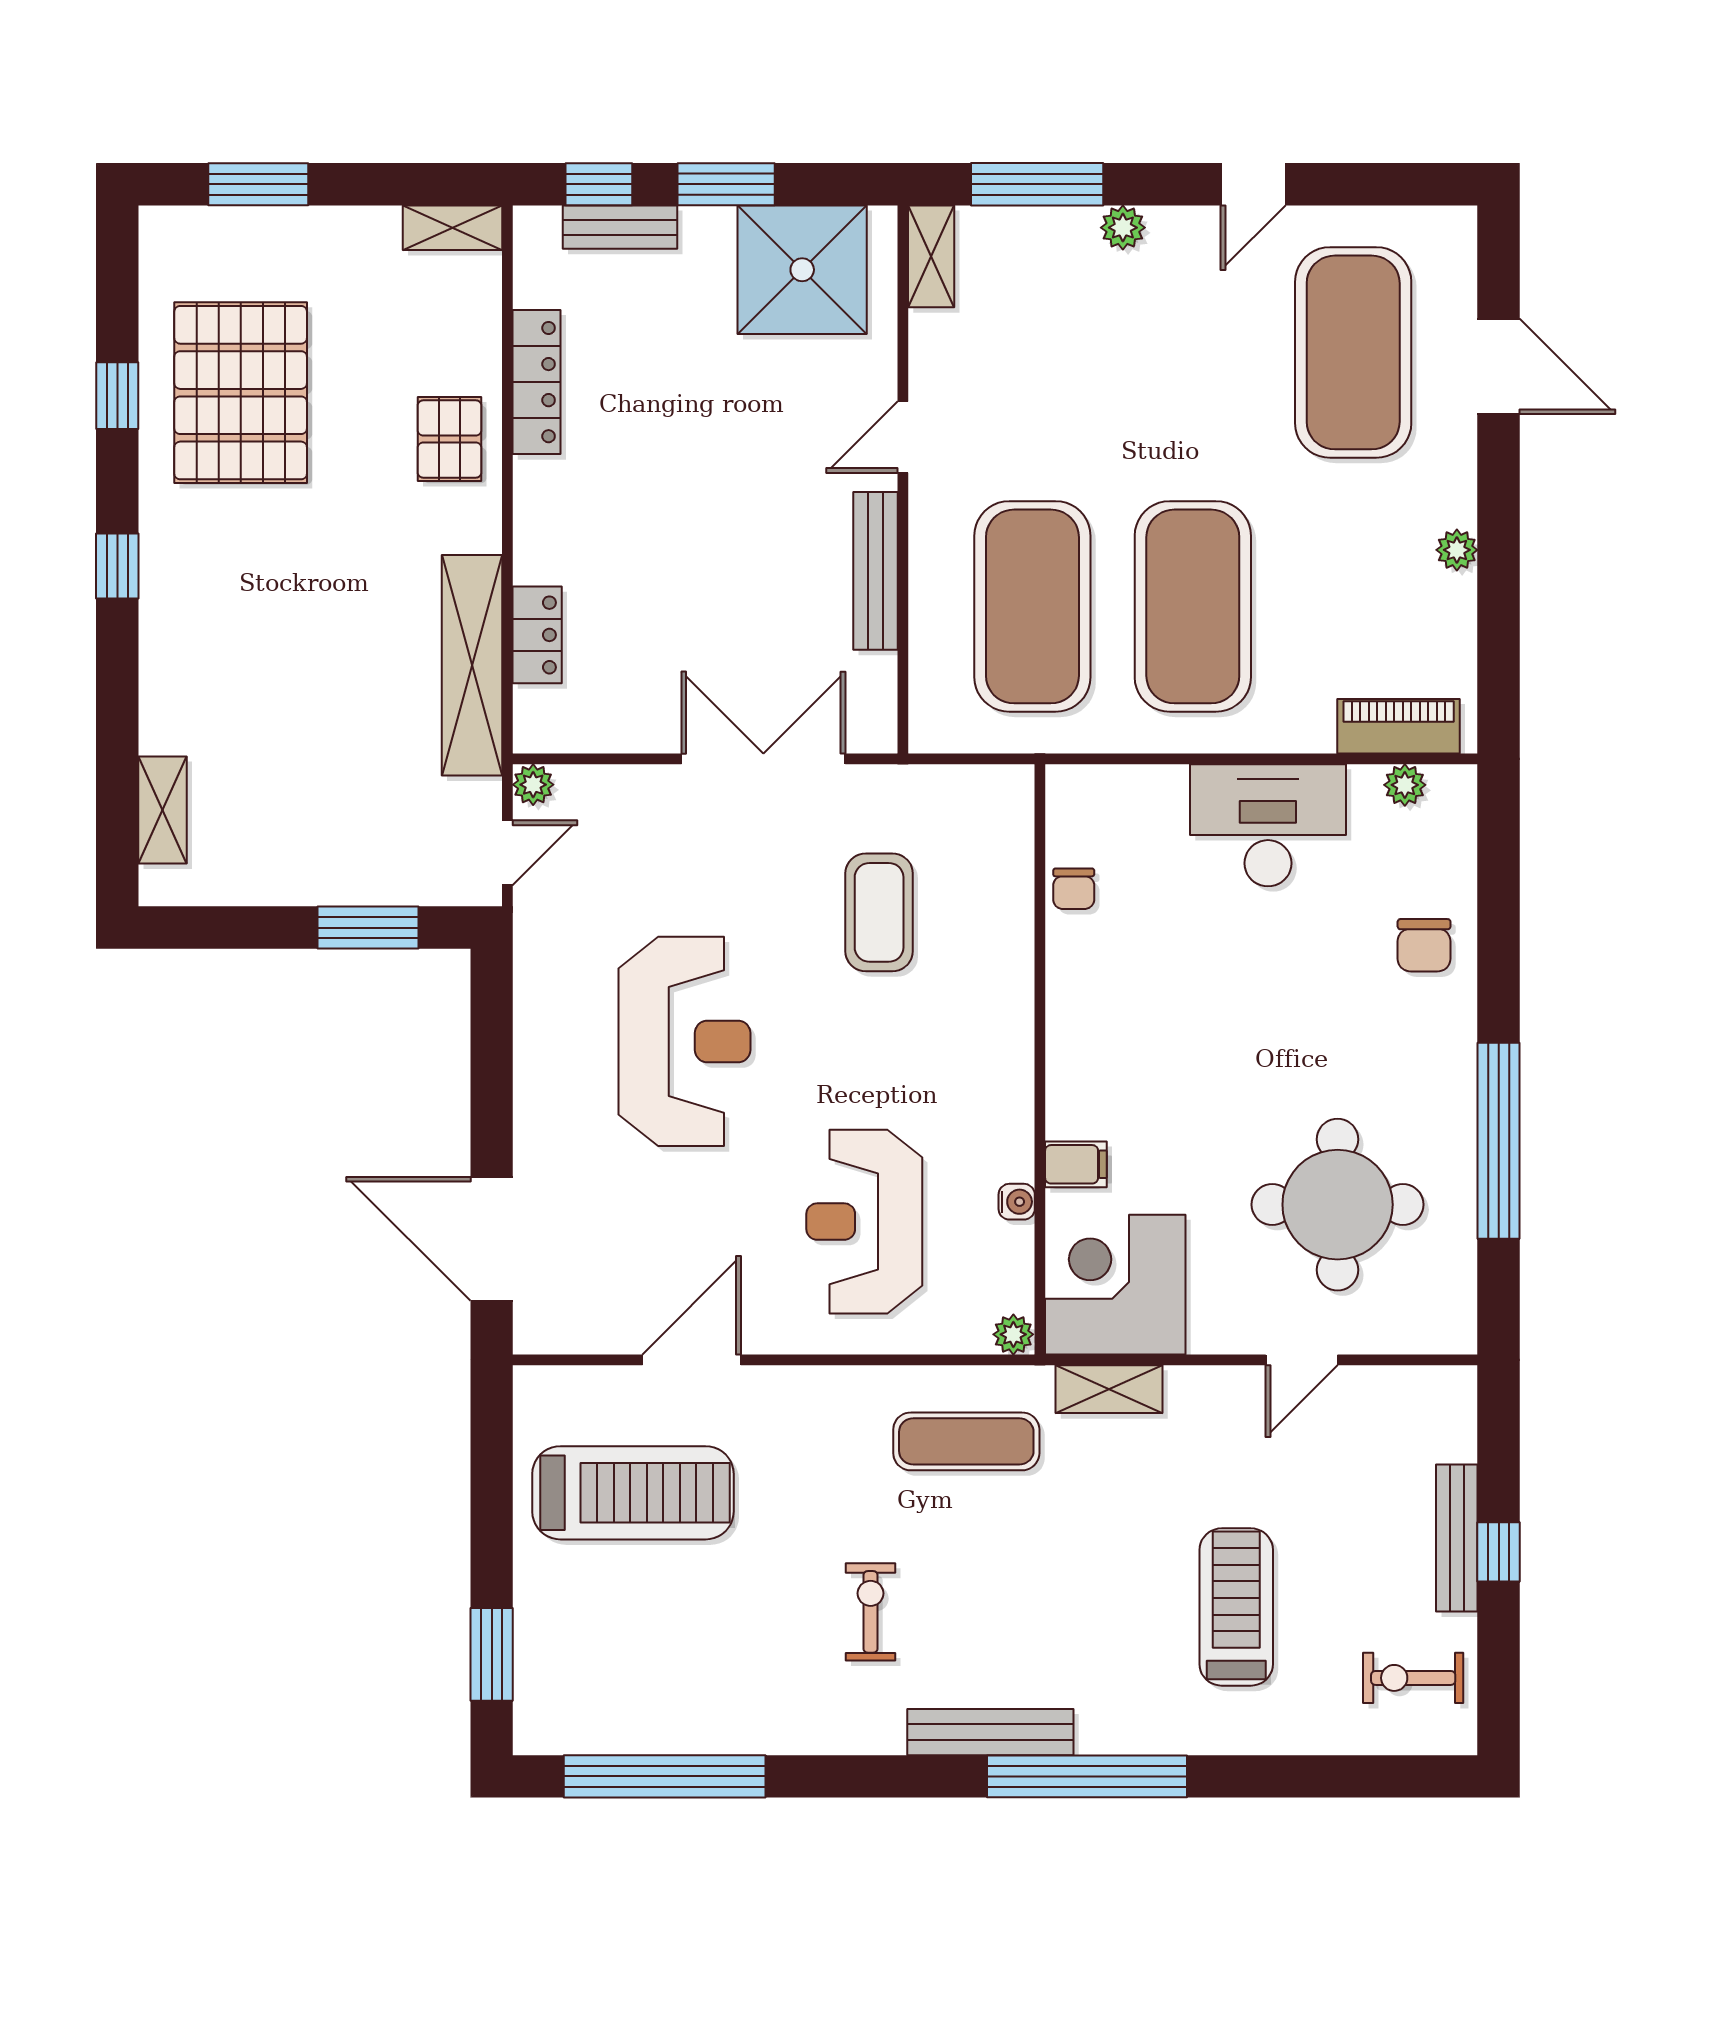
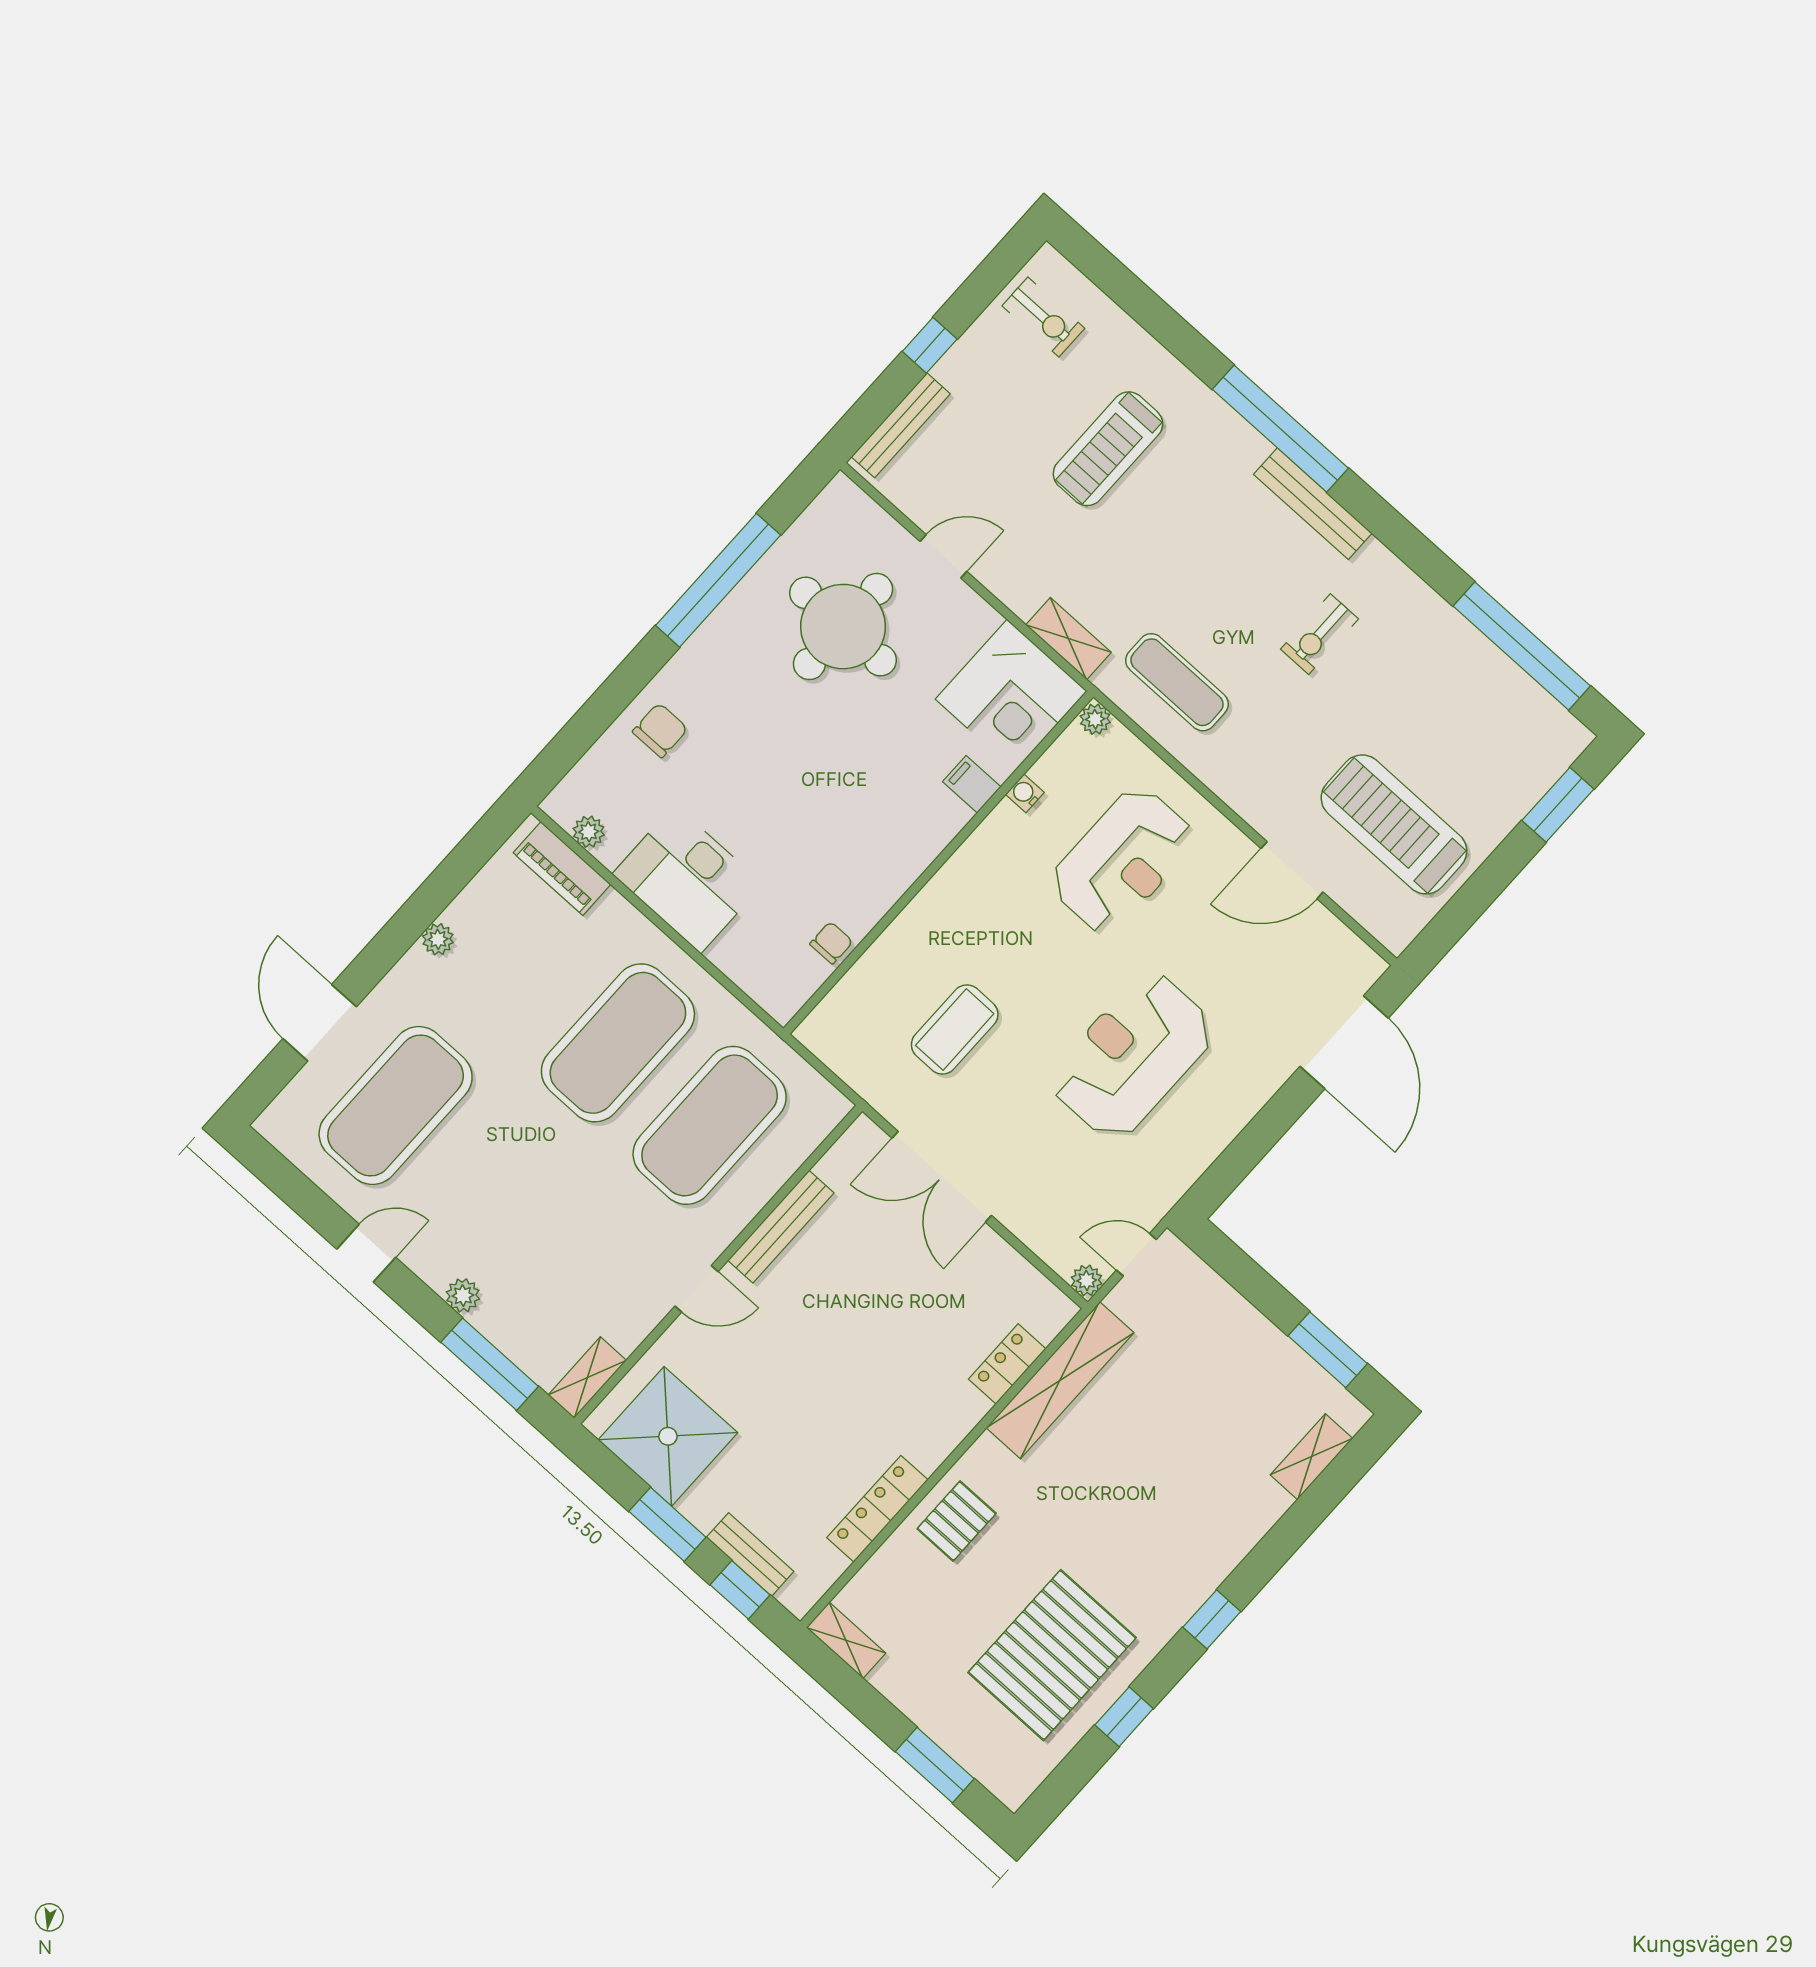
window: (368, 928) -> (1328, 1350), moved
bench: (1457, 1538) -> (901, 425), moved

